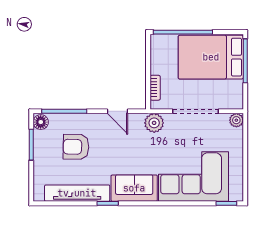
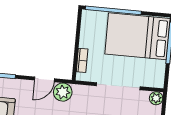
door: (117, 111) -> (44, 79), hinge flipped
plant: (154, 123) -> (63, 92), moved

